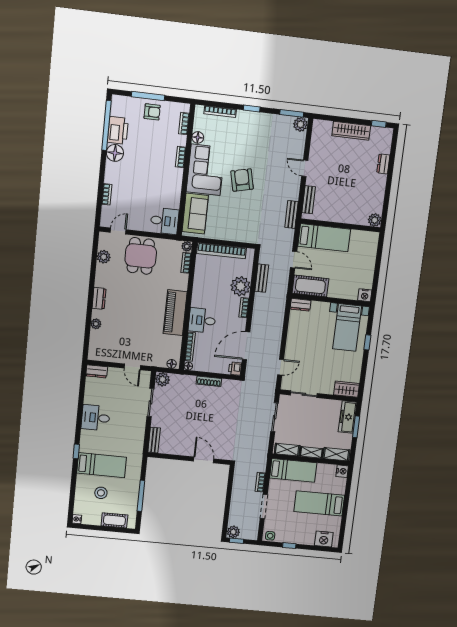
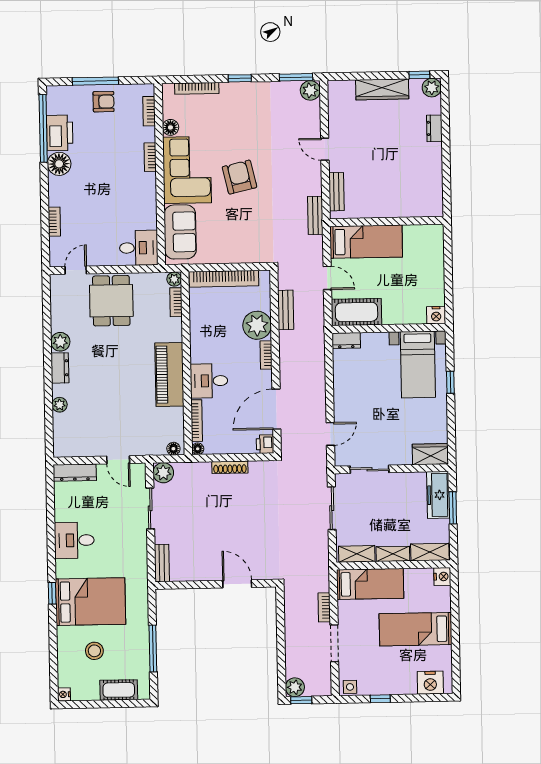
plant: (375, 220) -> (432, 88), moved
plant: (104, 257) -> (60, 342), moved
dresser: (97, 371) -> (75, 473), width x1.44
bed: (102, 465) -> (90, 602), width x1.50

